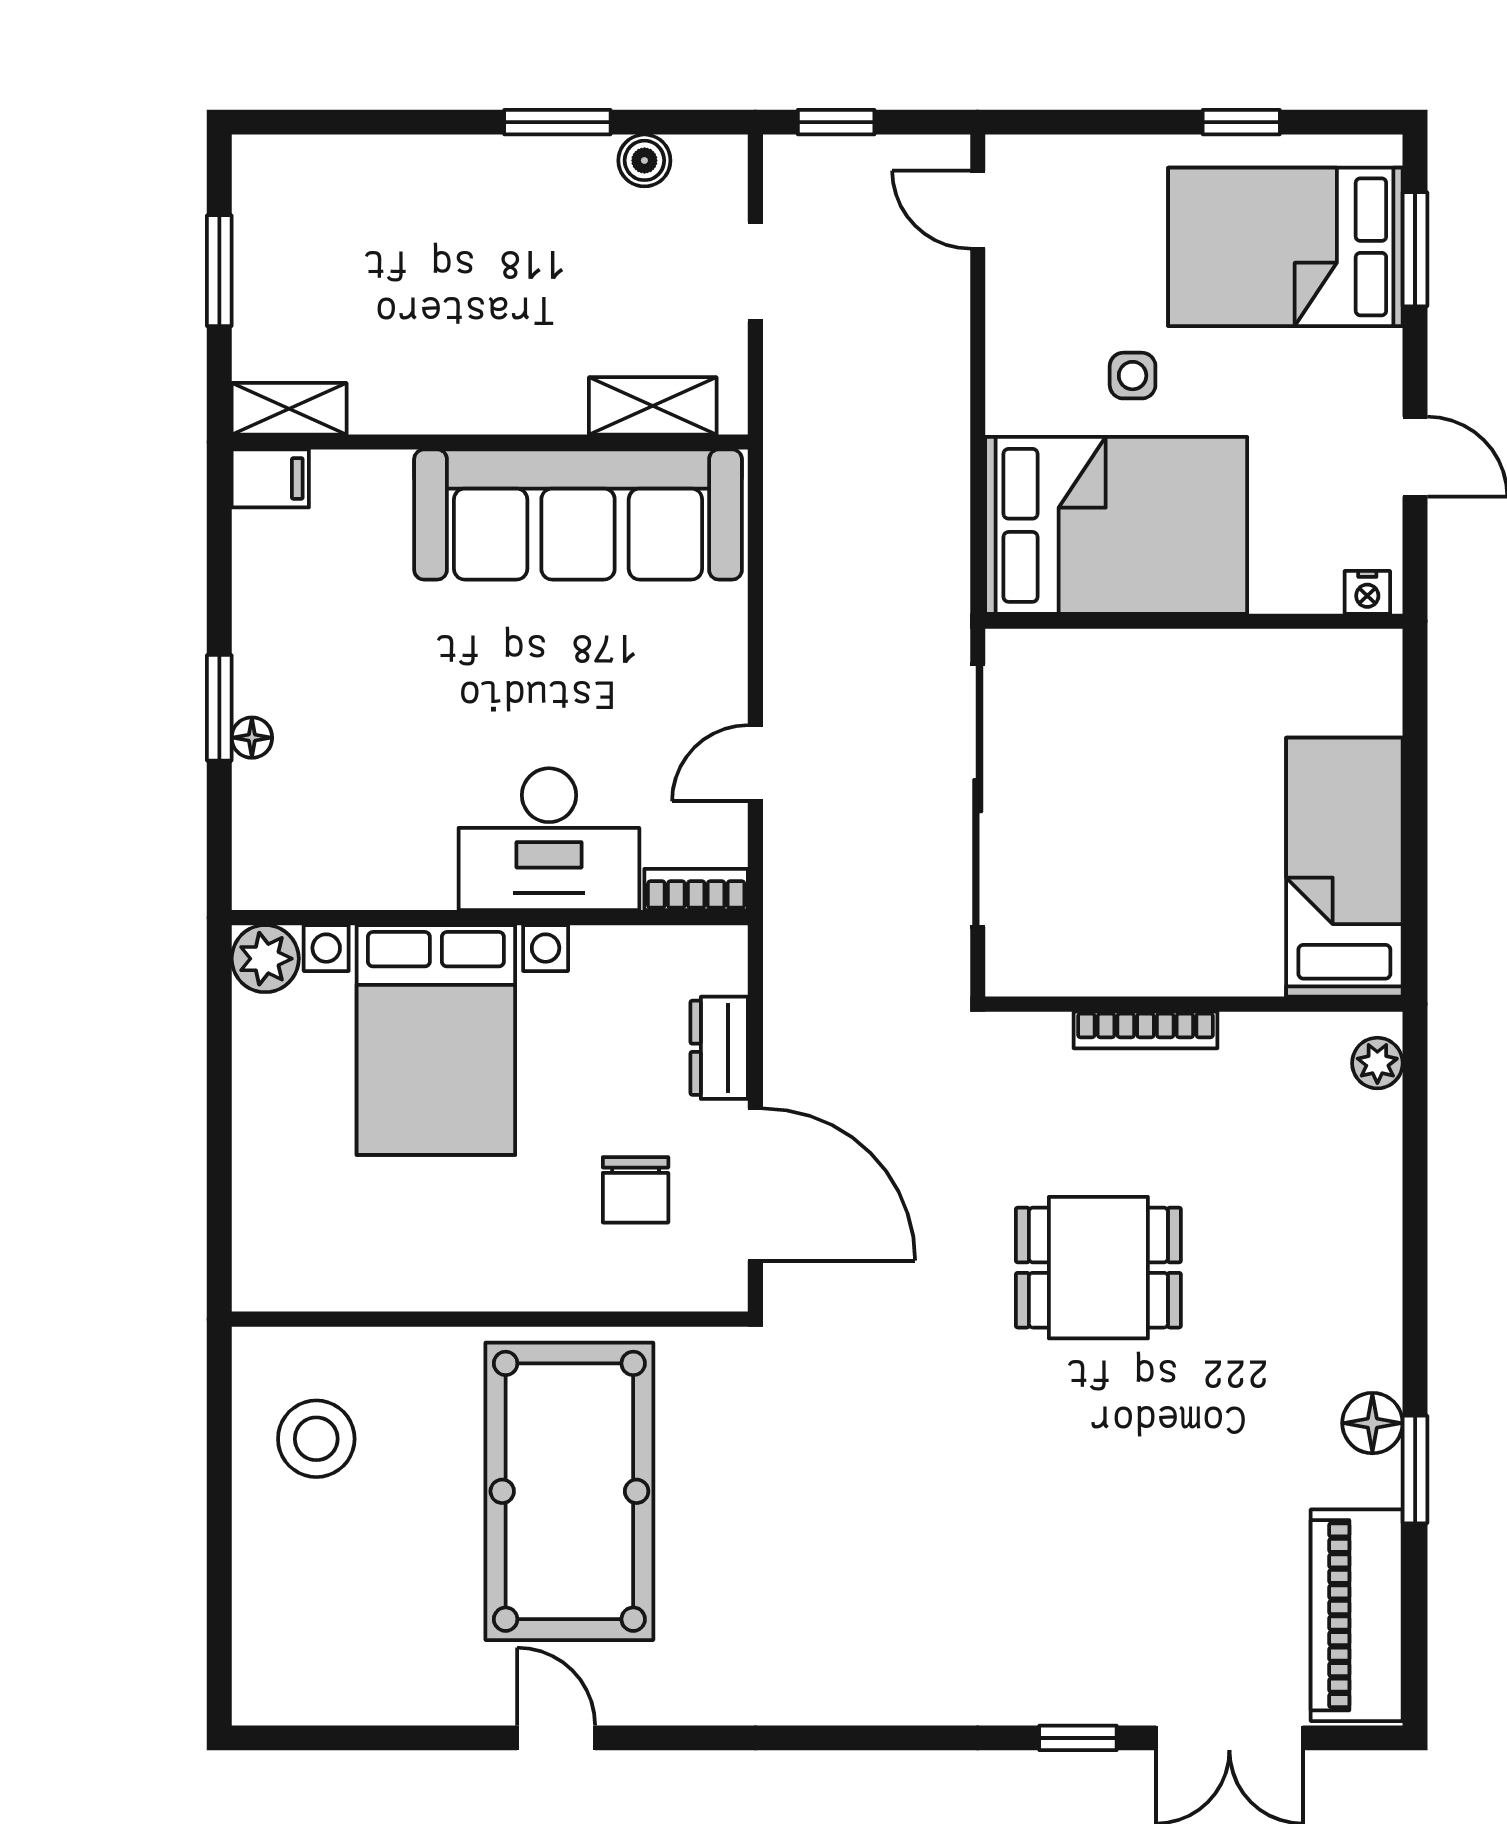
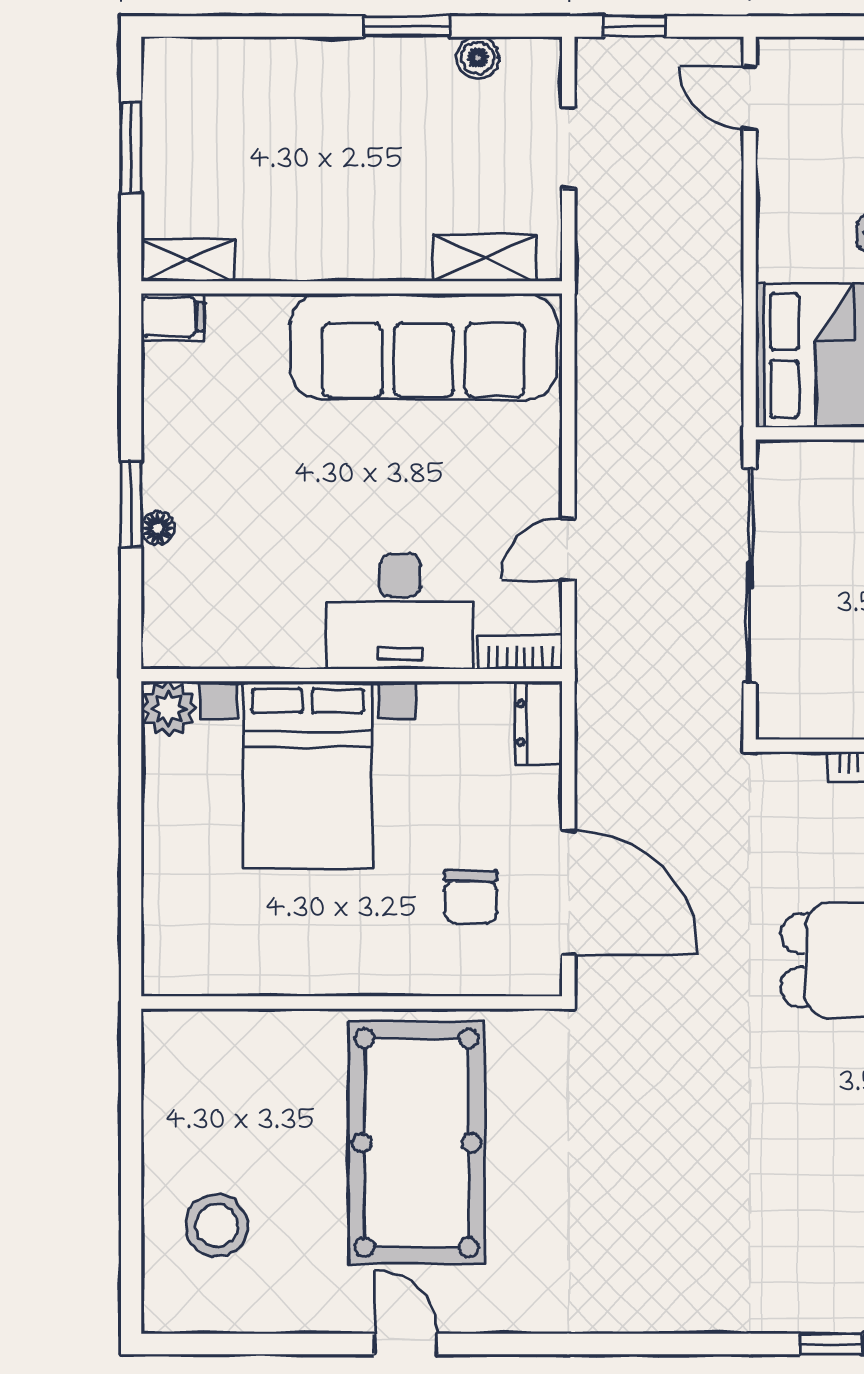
dresser: (719, 1048) -> (539, 723), moved
stool: (316, 1439) -> (217, 1225), moved

